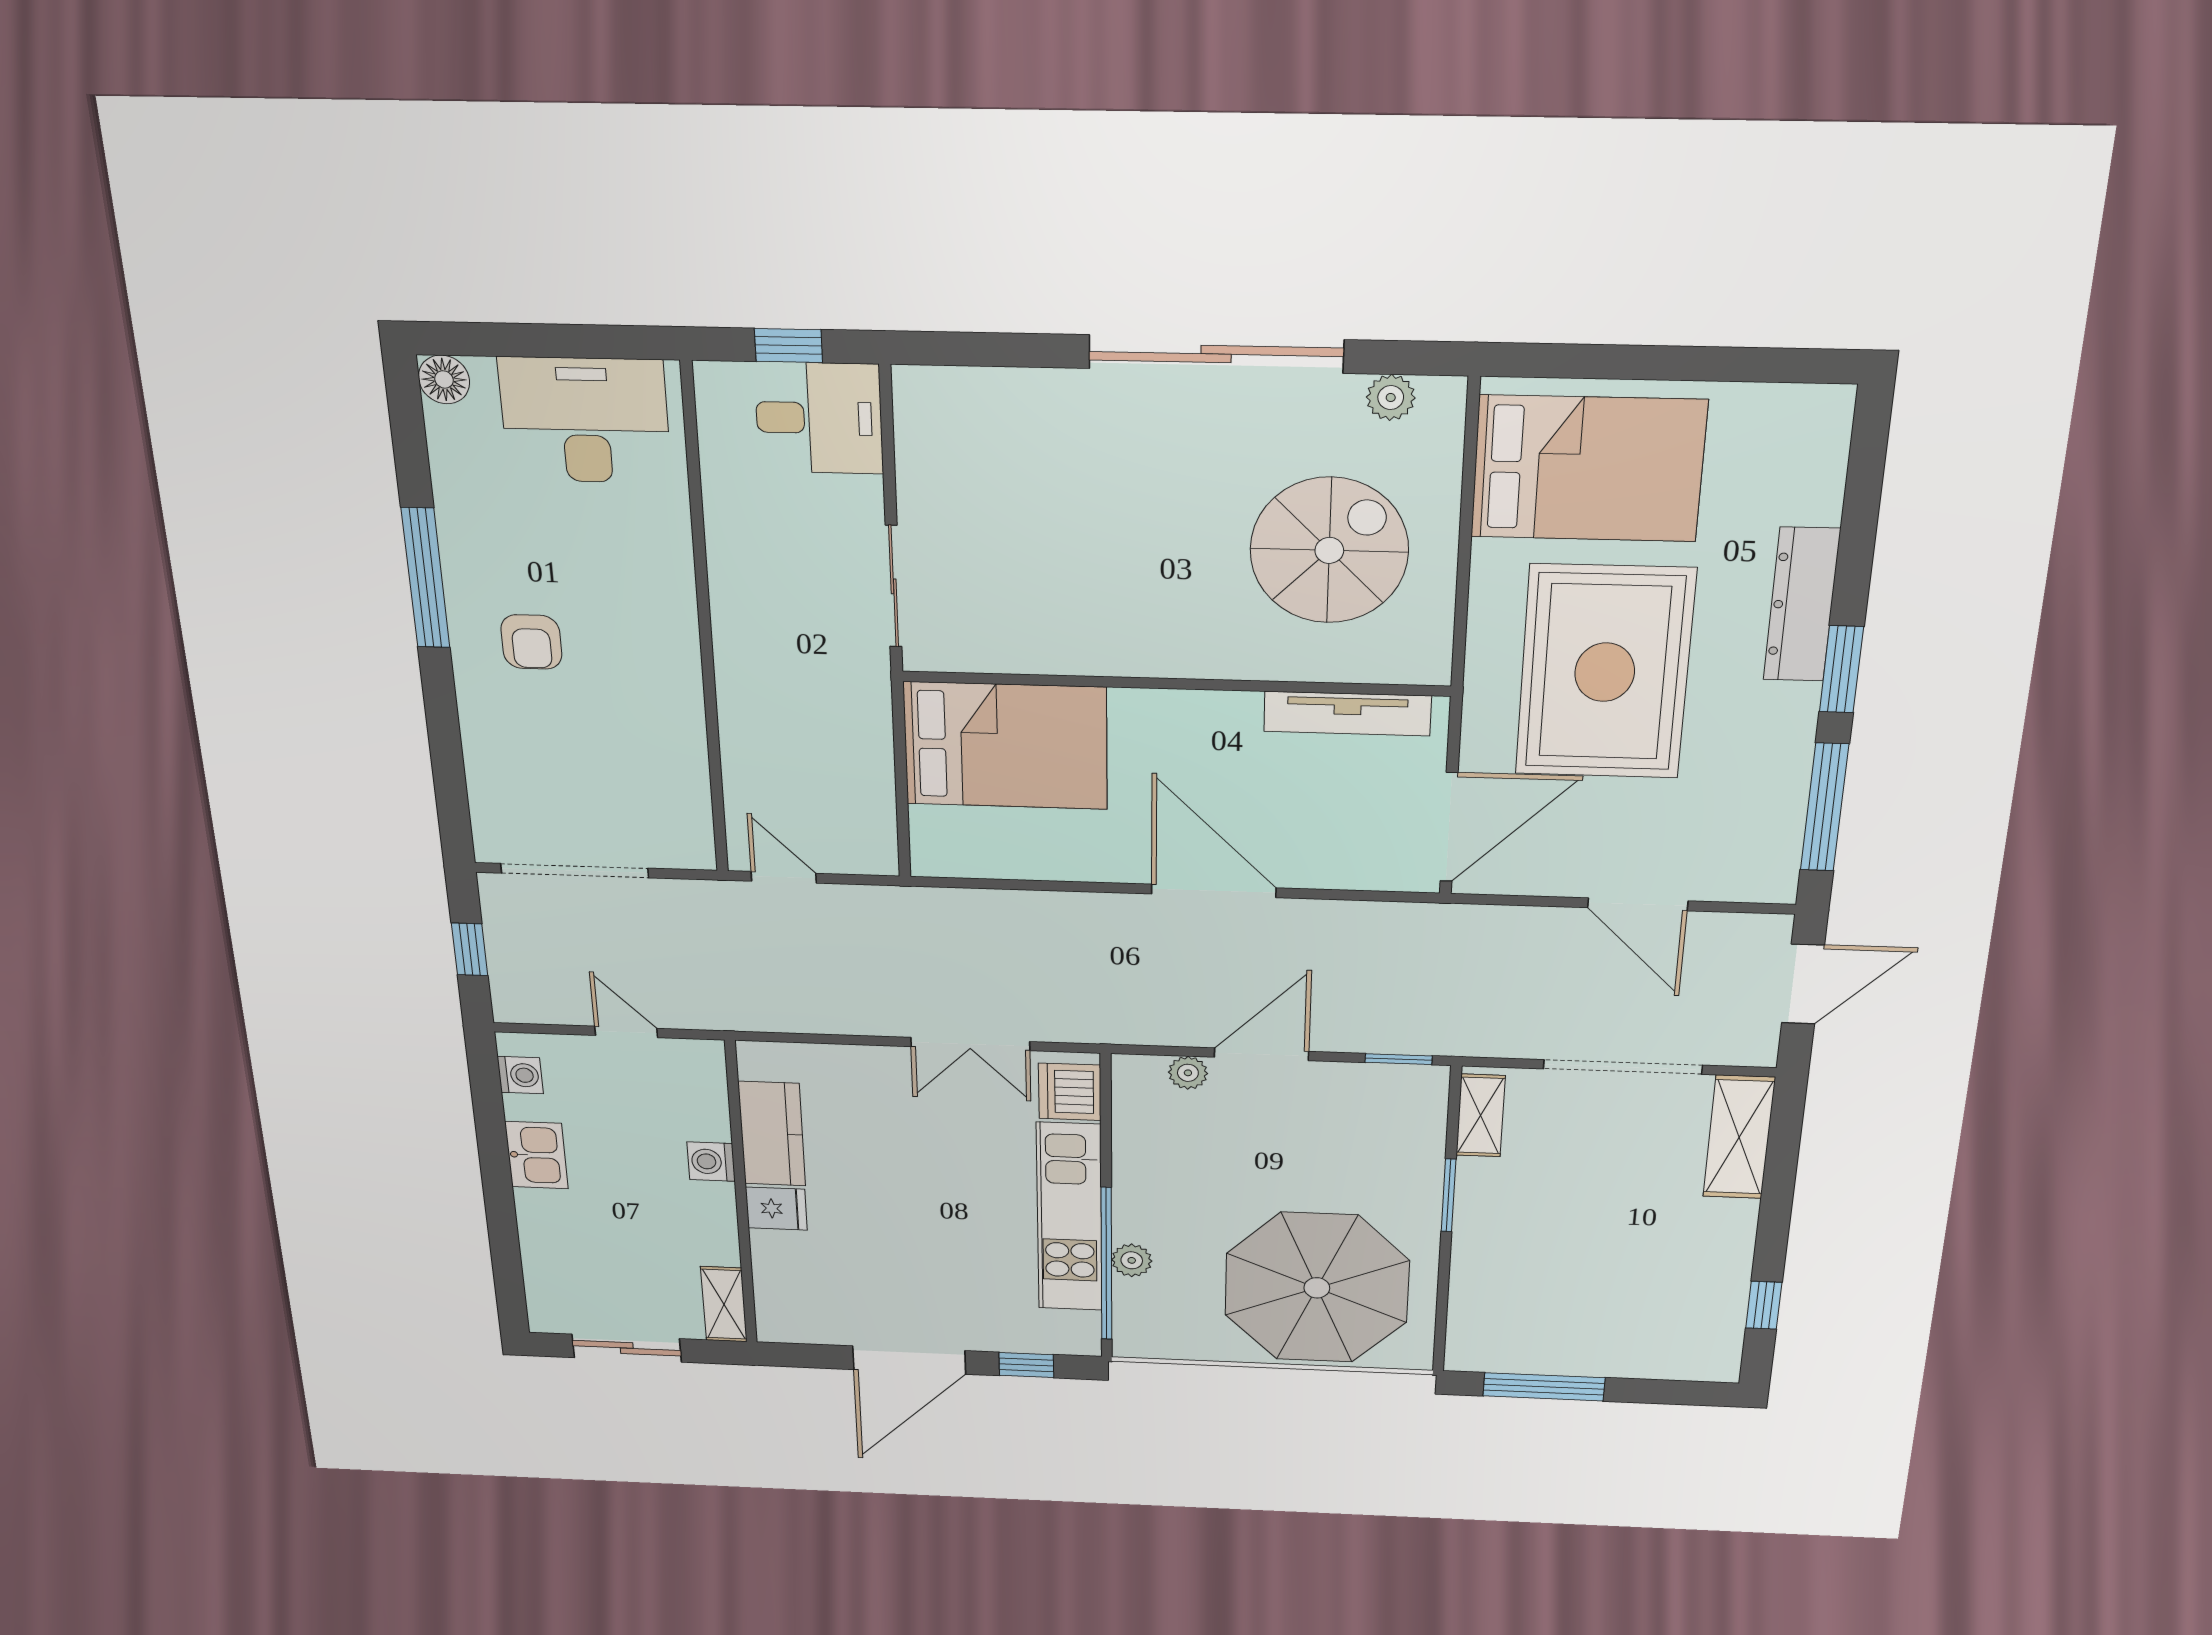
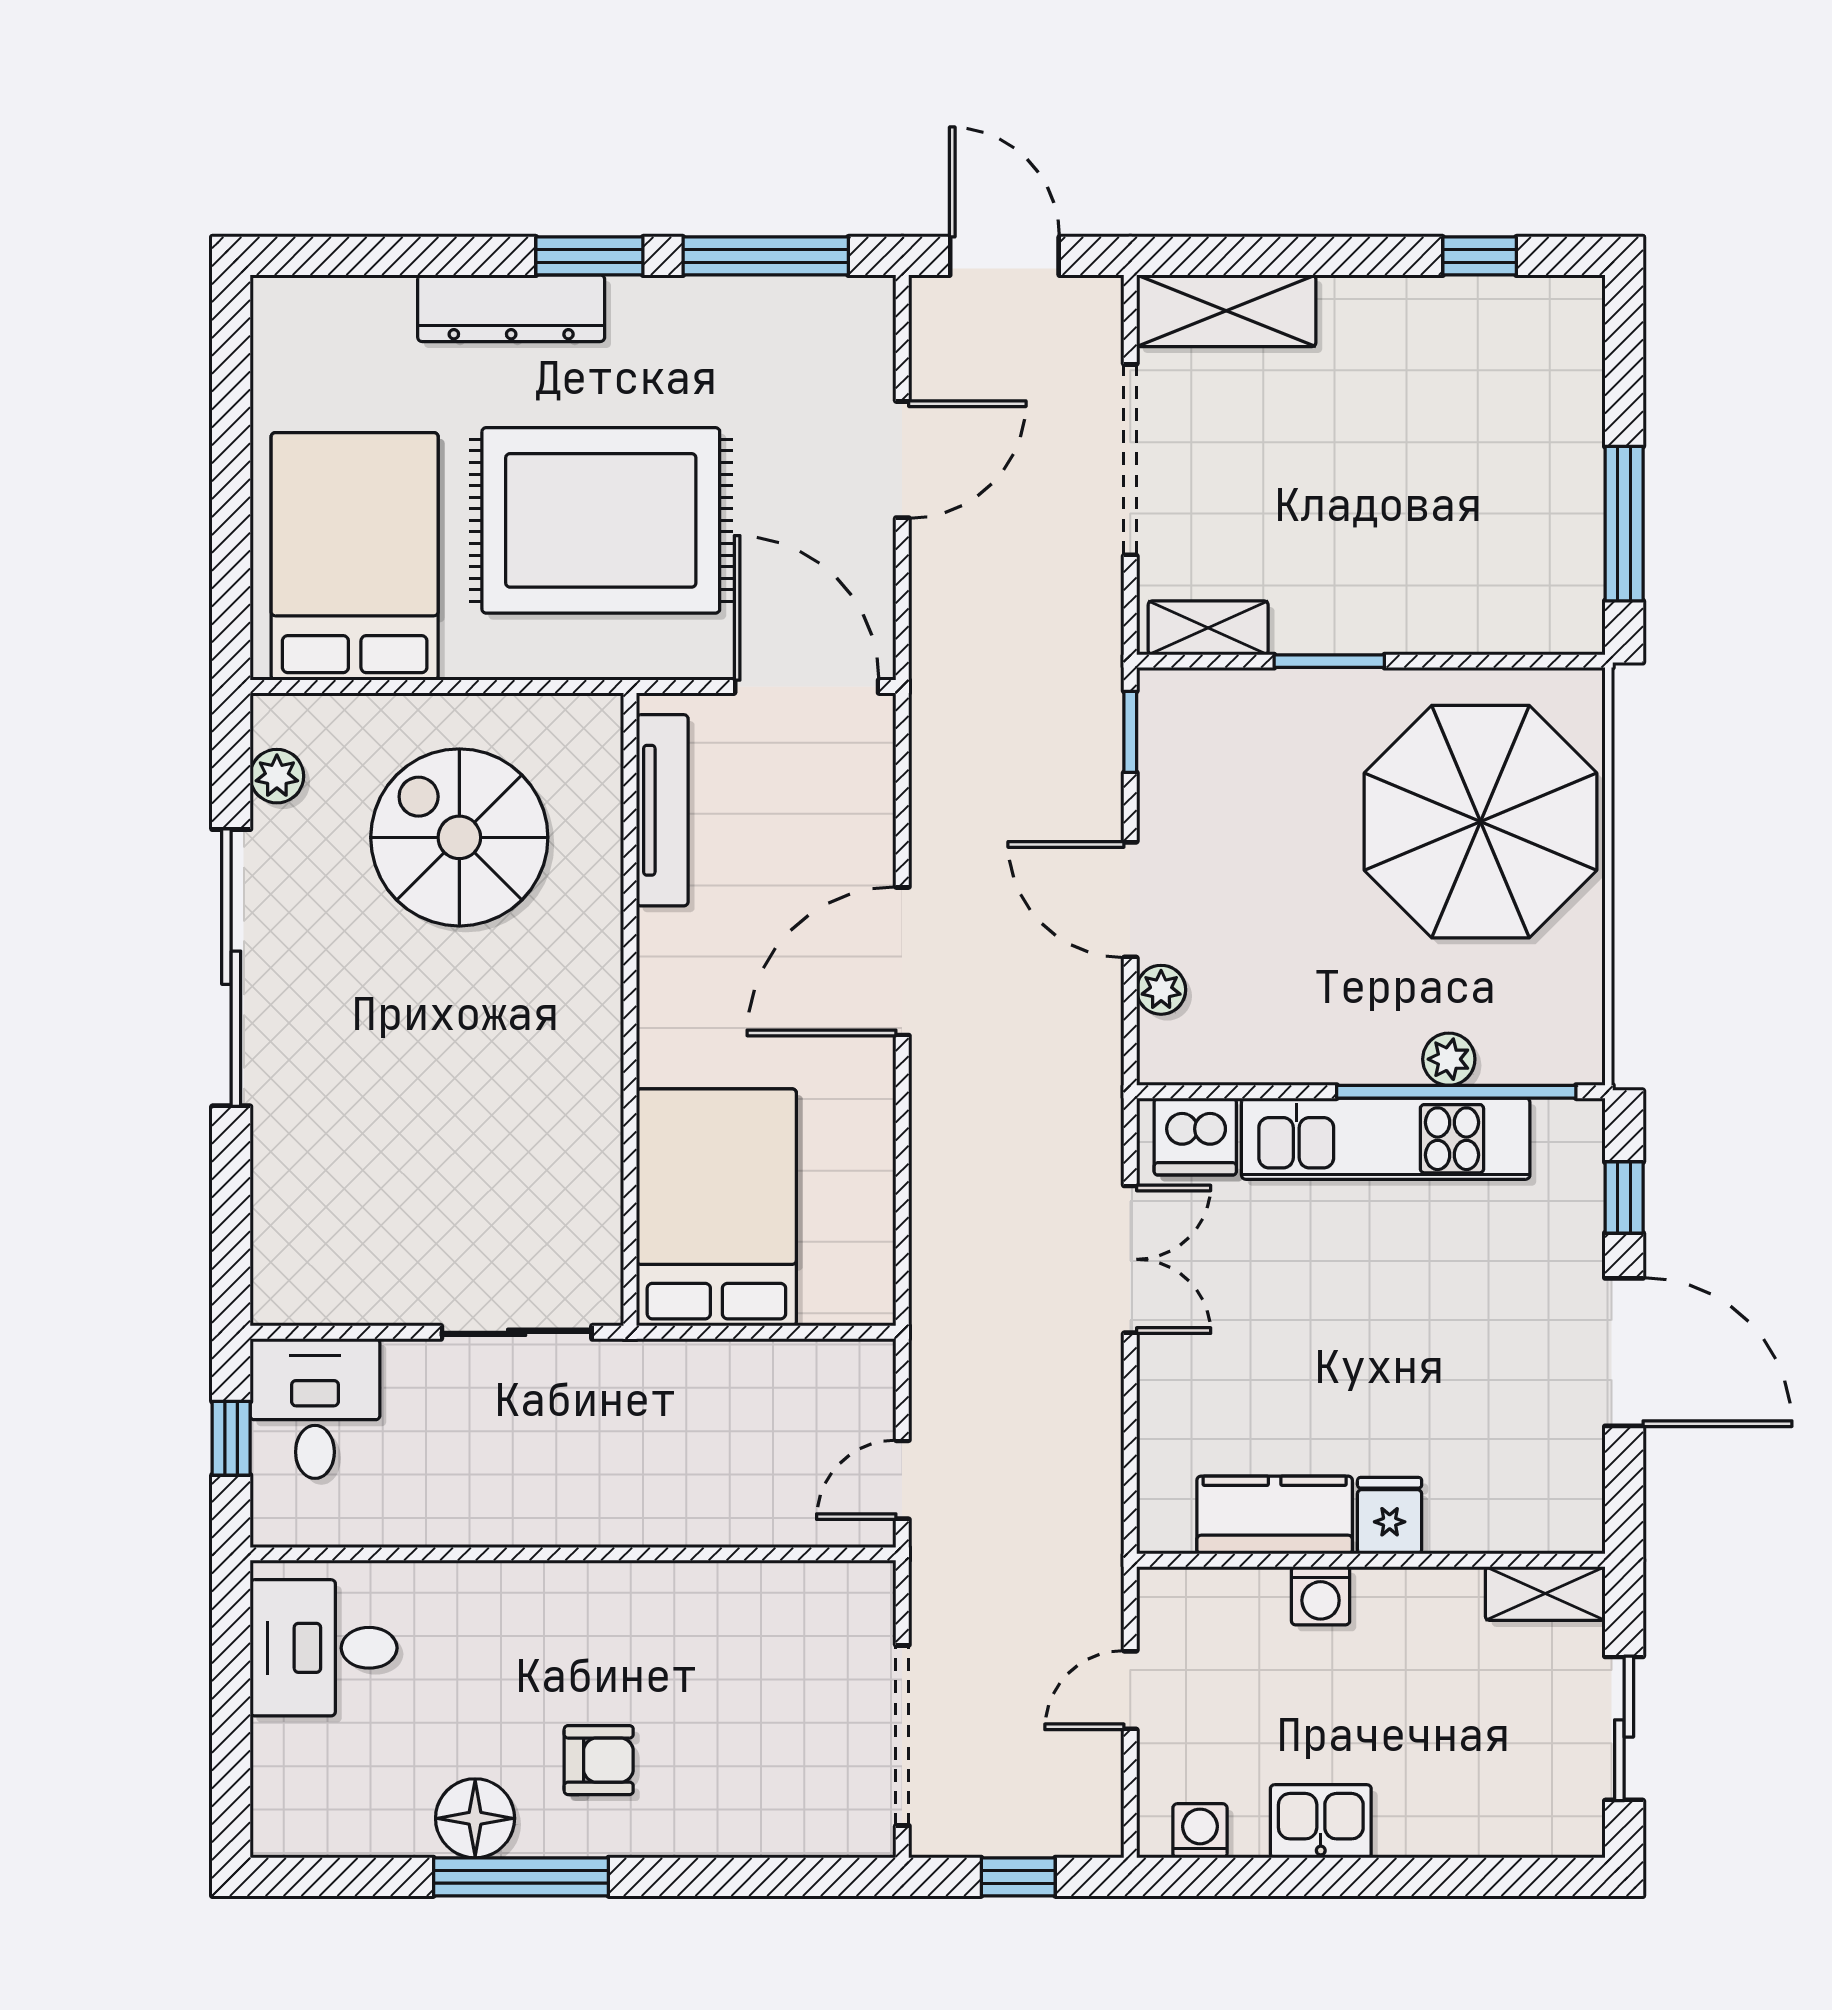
floor lamp: (444, 379) -> (475, 1818), moved, width x1.38, depth x1.38
desk: (585, 420) -> (324, 1648), width x0.73

